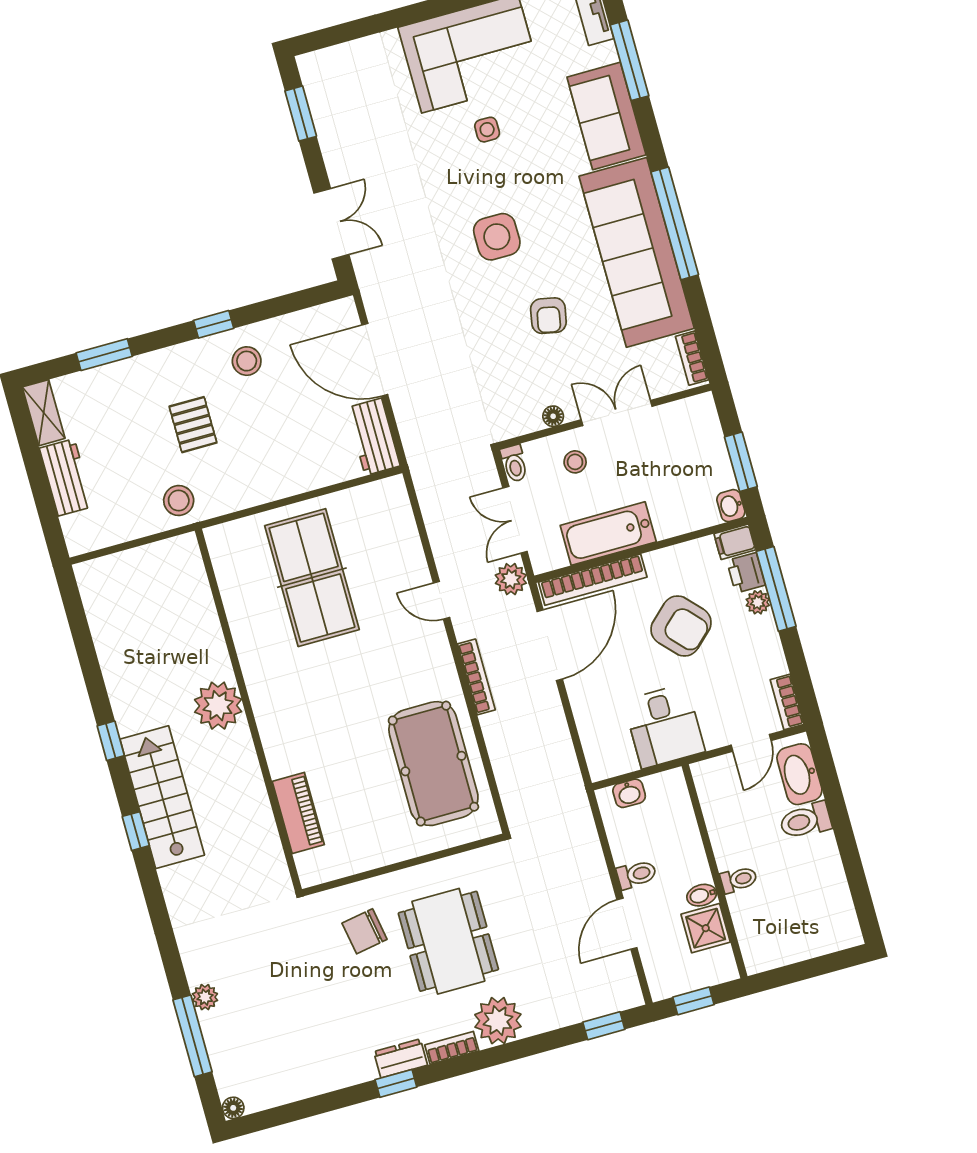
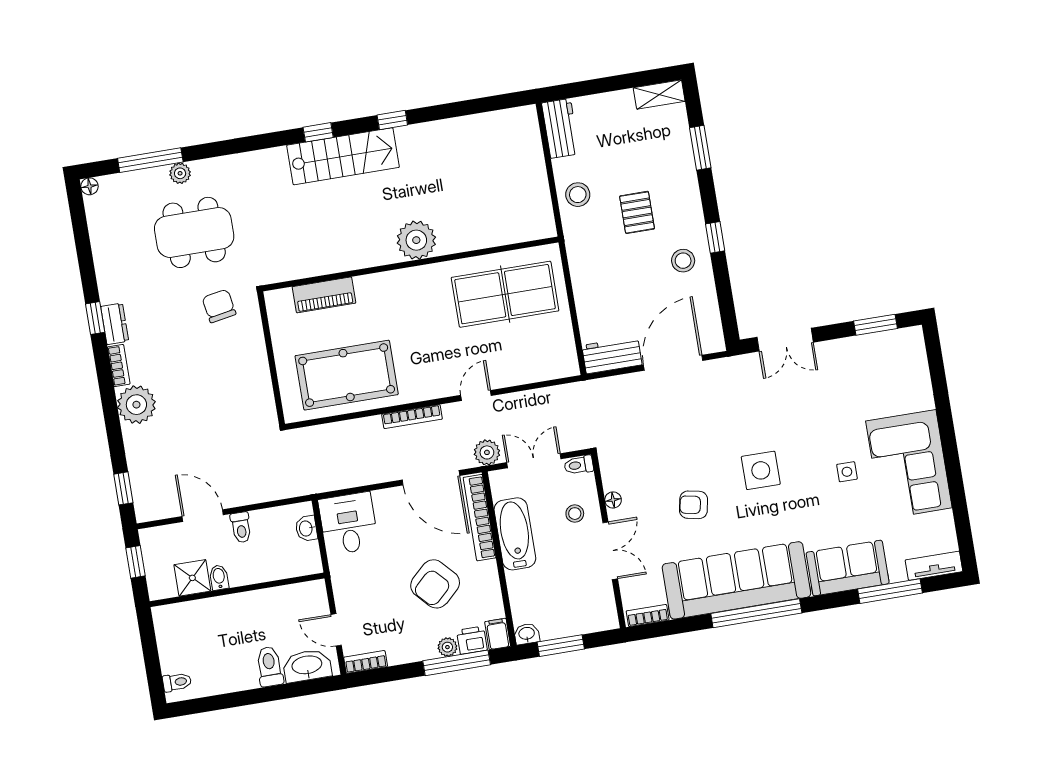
pallet: (193, 425) -> (637, 212), turned 90
workbench: (66, 477) -> (561, 128), moved, turned -90
plant: (218, 706) -> (416, 240), moved
wall: (248, 710) -> (410, 264), moved
desk: (664, 726) -> (348, 524), moved, turned 90
piano: (298, 813) -> (324, 295), moved
toilet: (739, 880) -> (177, 682), moved, turned -90
dining table: (448, 941) -> (194, 232), moved

